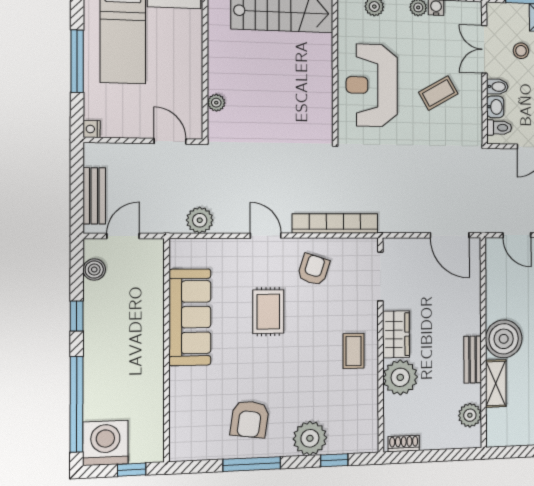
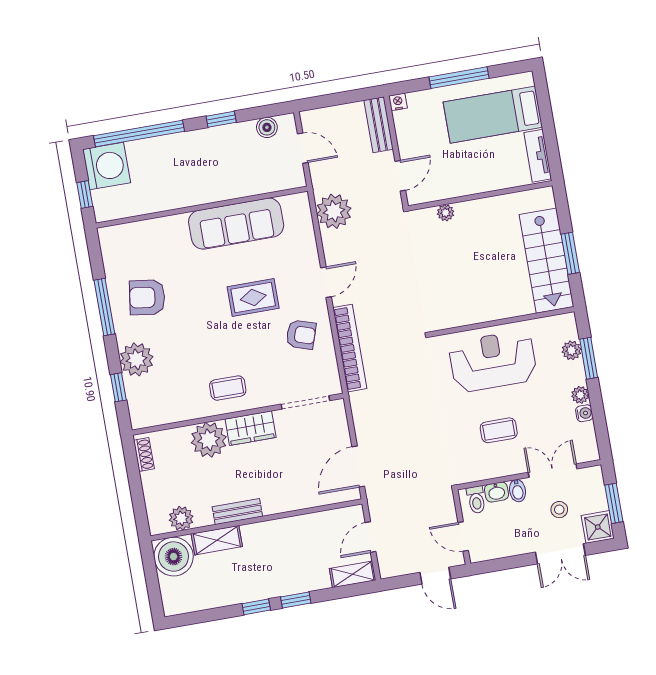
coffee table: (438, 93) -> (499, 430), turned -60
bench: (94, 196) -> (379, 125), moved, turned 90
plant: (200, 220) -> (334, 211), width x1.36, depth x1.36
boiler: (504, 339) -> (174, 557), moved

